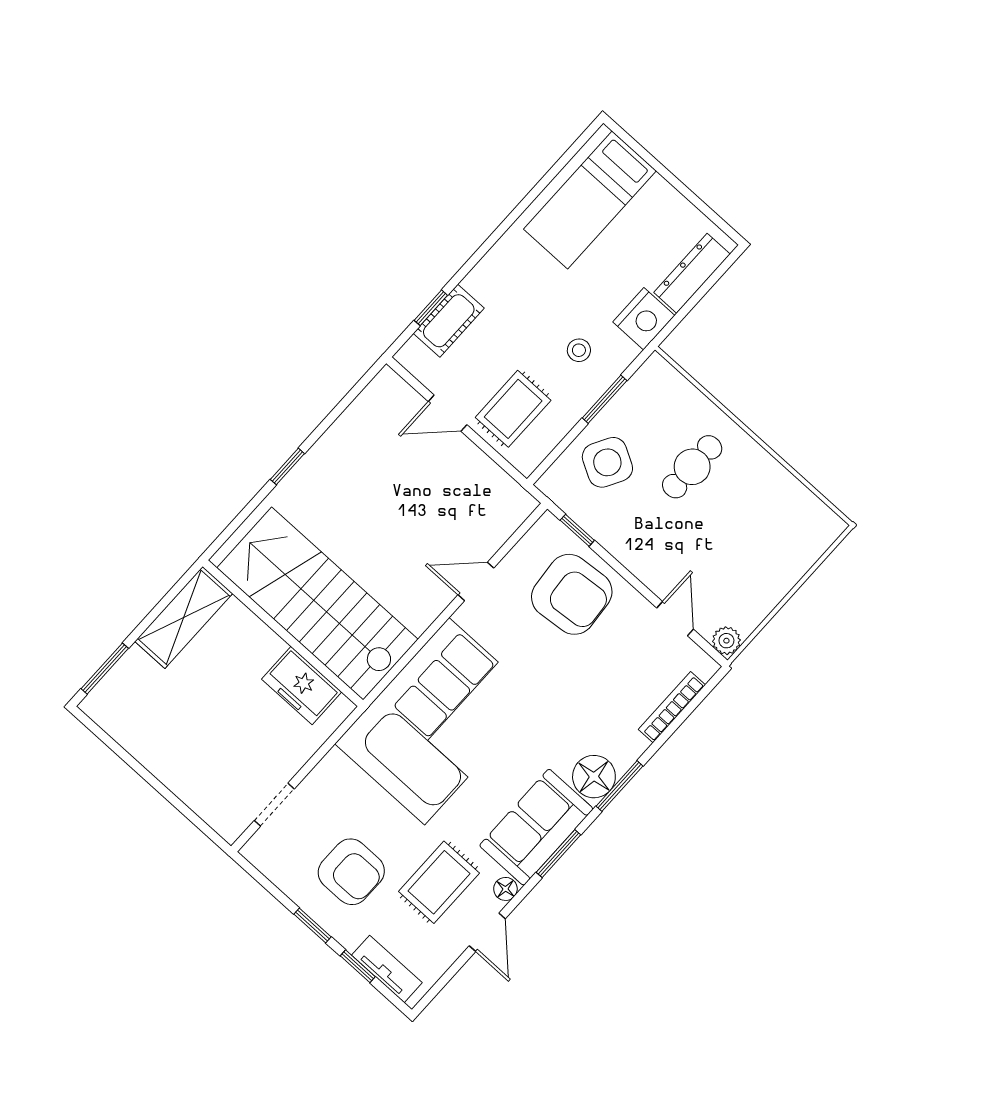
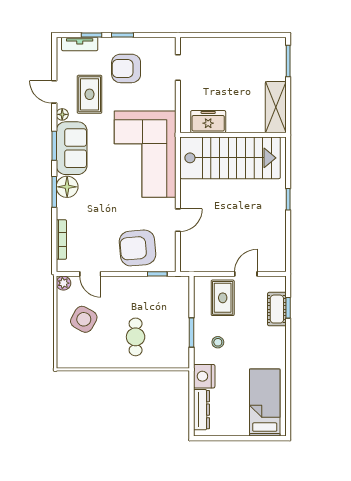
side table: (607, 462) -> (84, 319), moved

